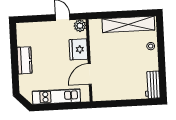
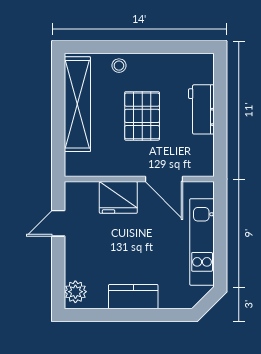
plant: (80, 26) -> (75, 292), moved
pallet: (124, 60) -> (142, 116), added
workbench: (152, 85) -> (201, 109), moved, turned 90

